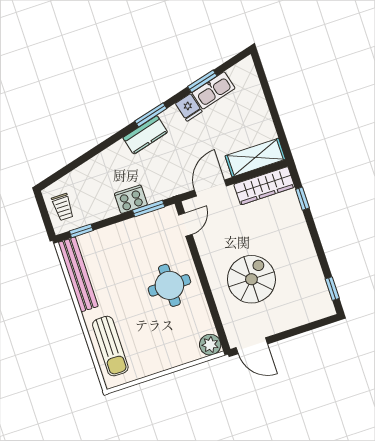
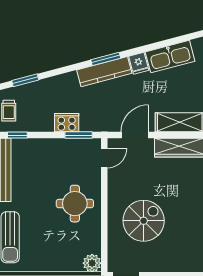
window: (202, 81) -> (25, 80), moved
kitchen sink: (214, 90) -> (170, 57), width x1.36, depth x1.24
kitchen counter: (145, 135) -> (104, 72), width x1.50

